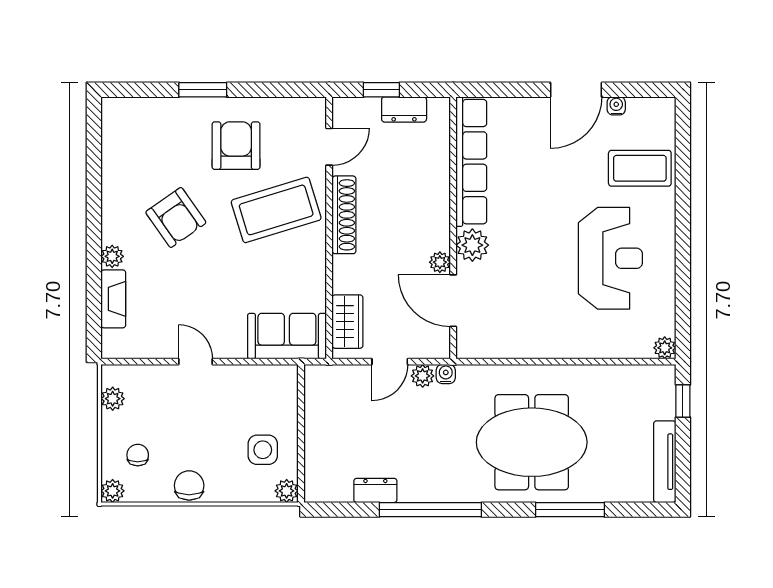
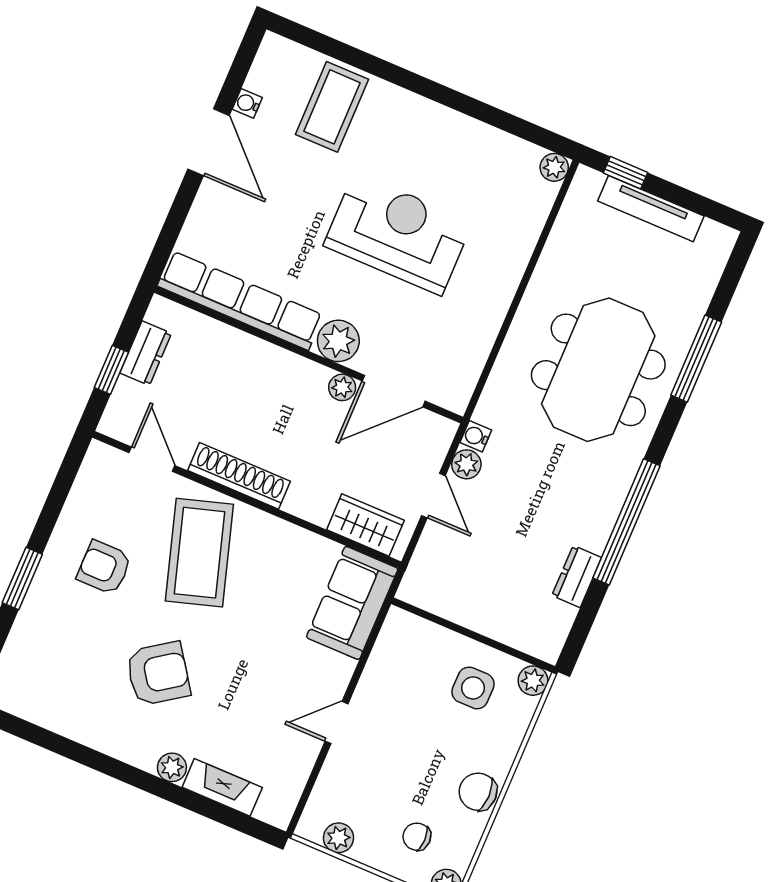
armchair: (236, 146) -> (104, 567), width x0.72, depth x0.72
reception desk: (610, 258) -> (398, 234), moved
tv unit: (665, 462) -> (651, 209), moved

